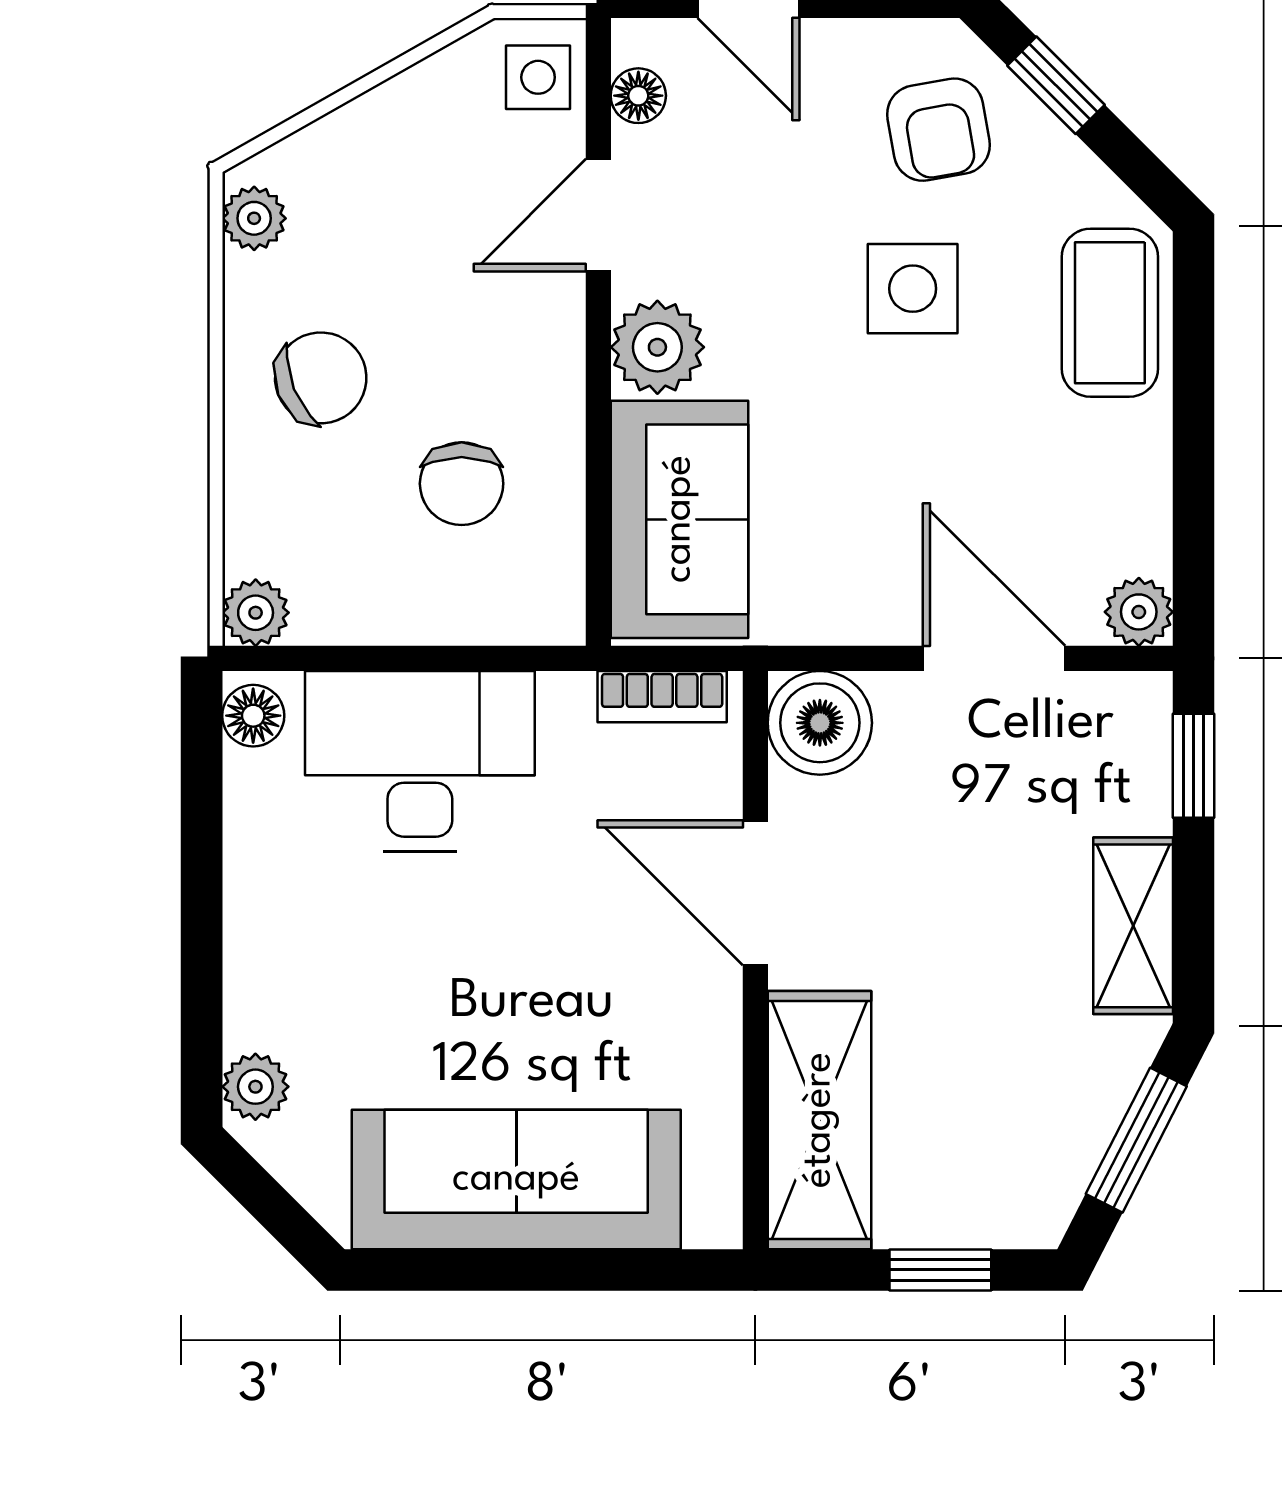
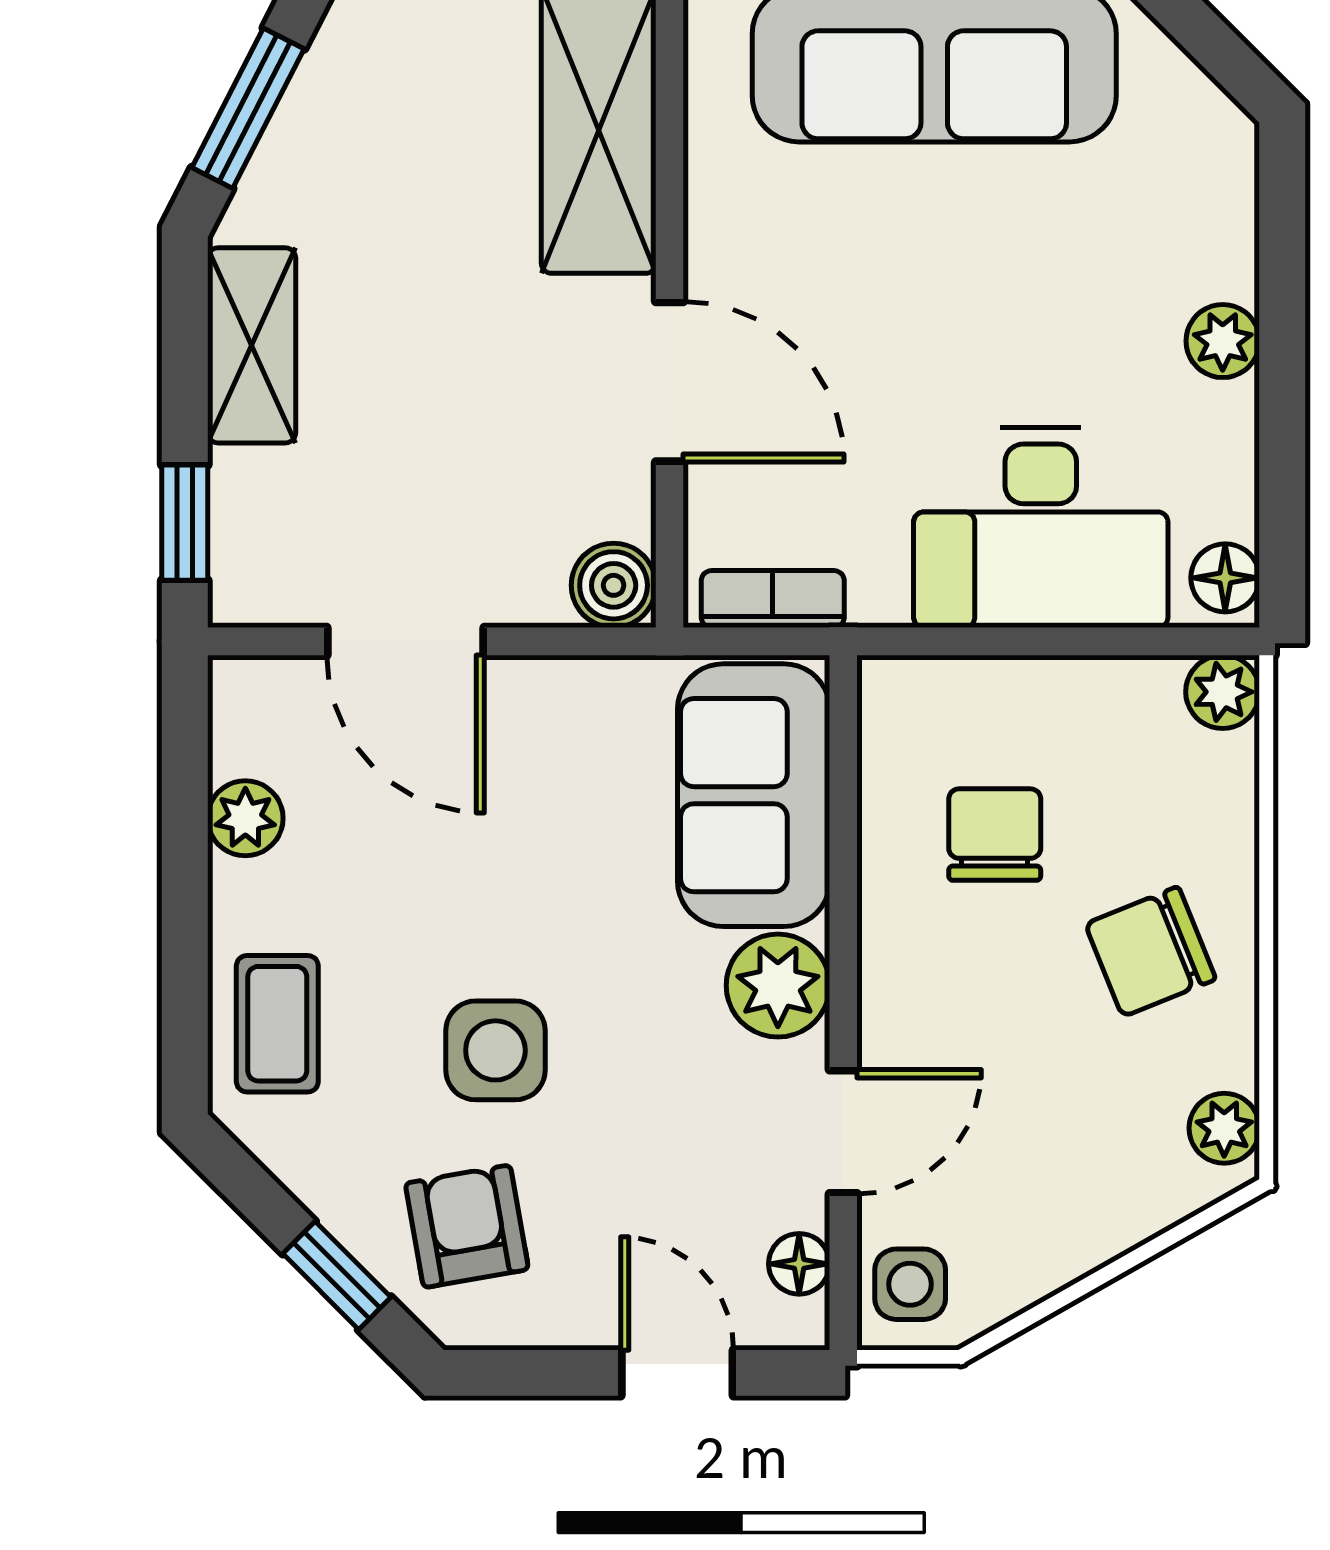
coffee table: (1110, 313) -> (277, 1024), width x0.73, depth x0.77
plant: (1139, 612) -> (245, 818), moved
boiler: (820, 723) -> (614, 585), width x0.73, depth x0.73
plant: (255, 1087) -> (1223, 341), moved

